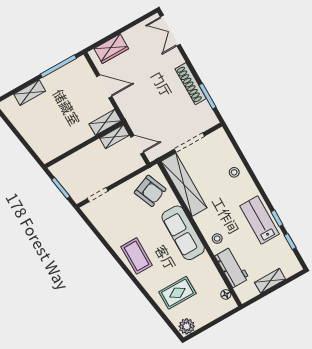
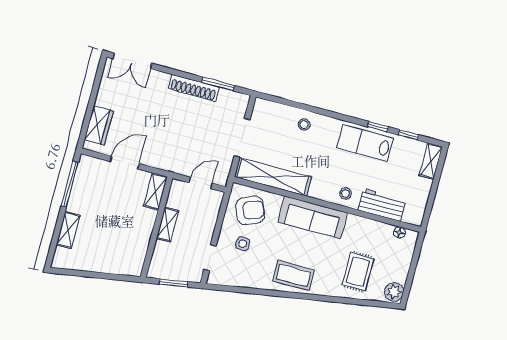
shelving: (115, 137) -> (167, 224), moved
side table: (126, 206) -> (243, 244), added
shelving: (270, 281) -> (431, 161), moved

